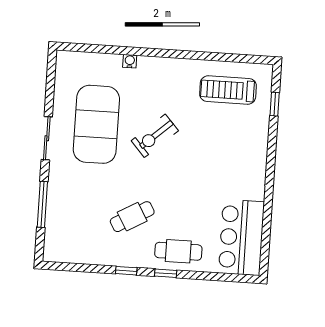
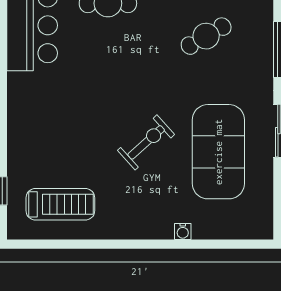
cafe table: (132, 217) -> (206, 36), moved

